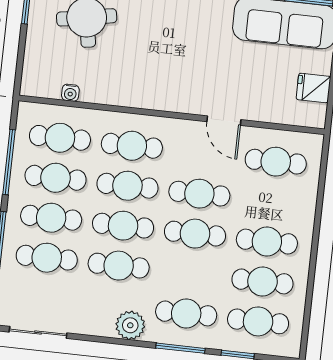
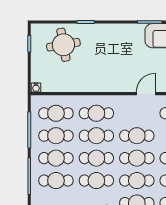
water cooler: (70, 93) -> (36, 88), moved
door: (224, 121) -> (146, 94), swing flipped
cafe table: (191, 274) -> (137, 181), added

